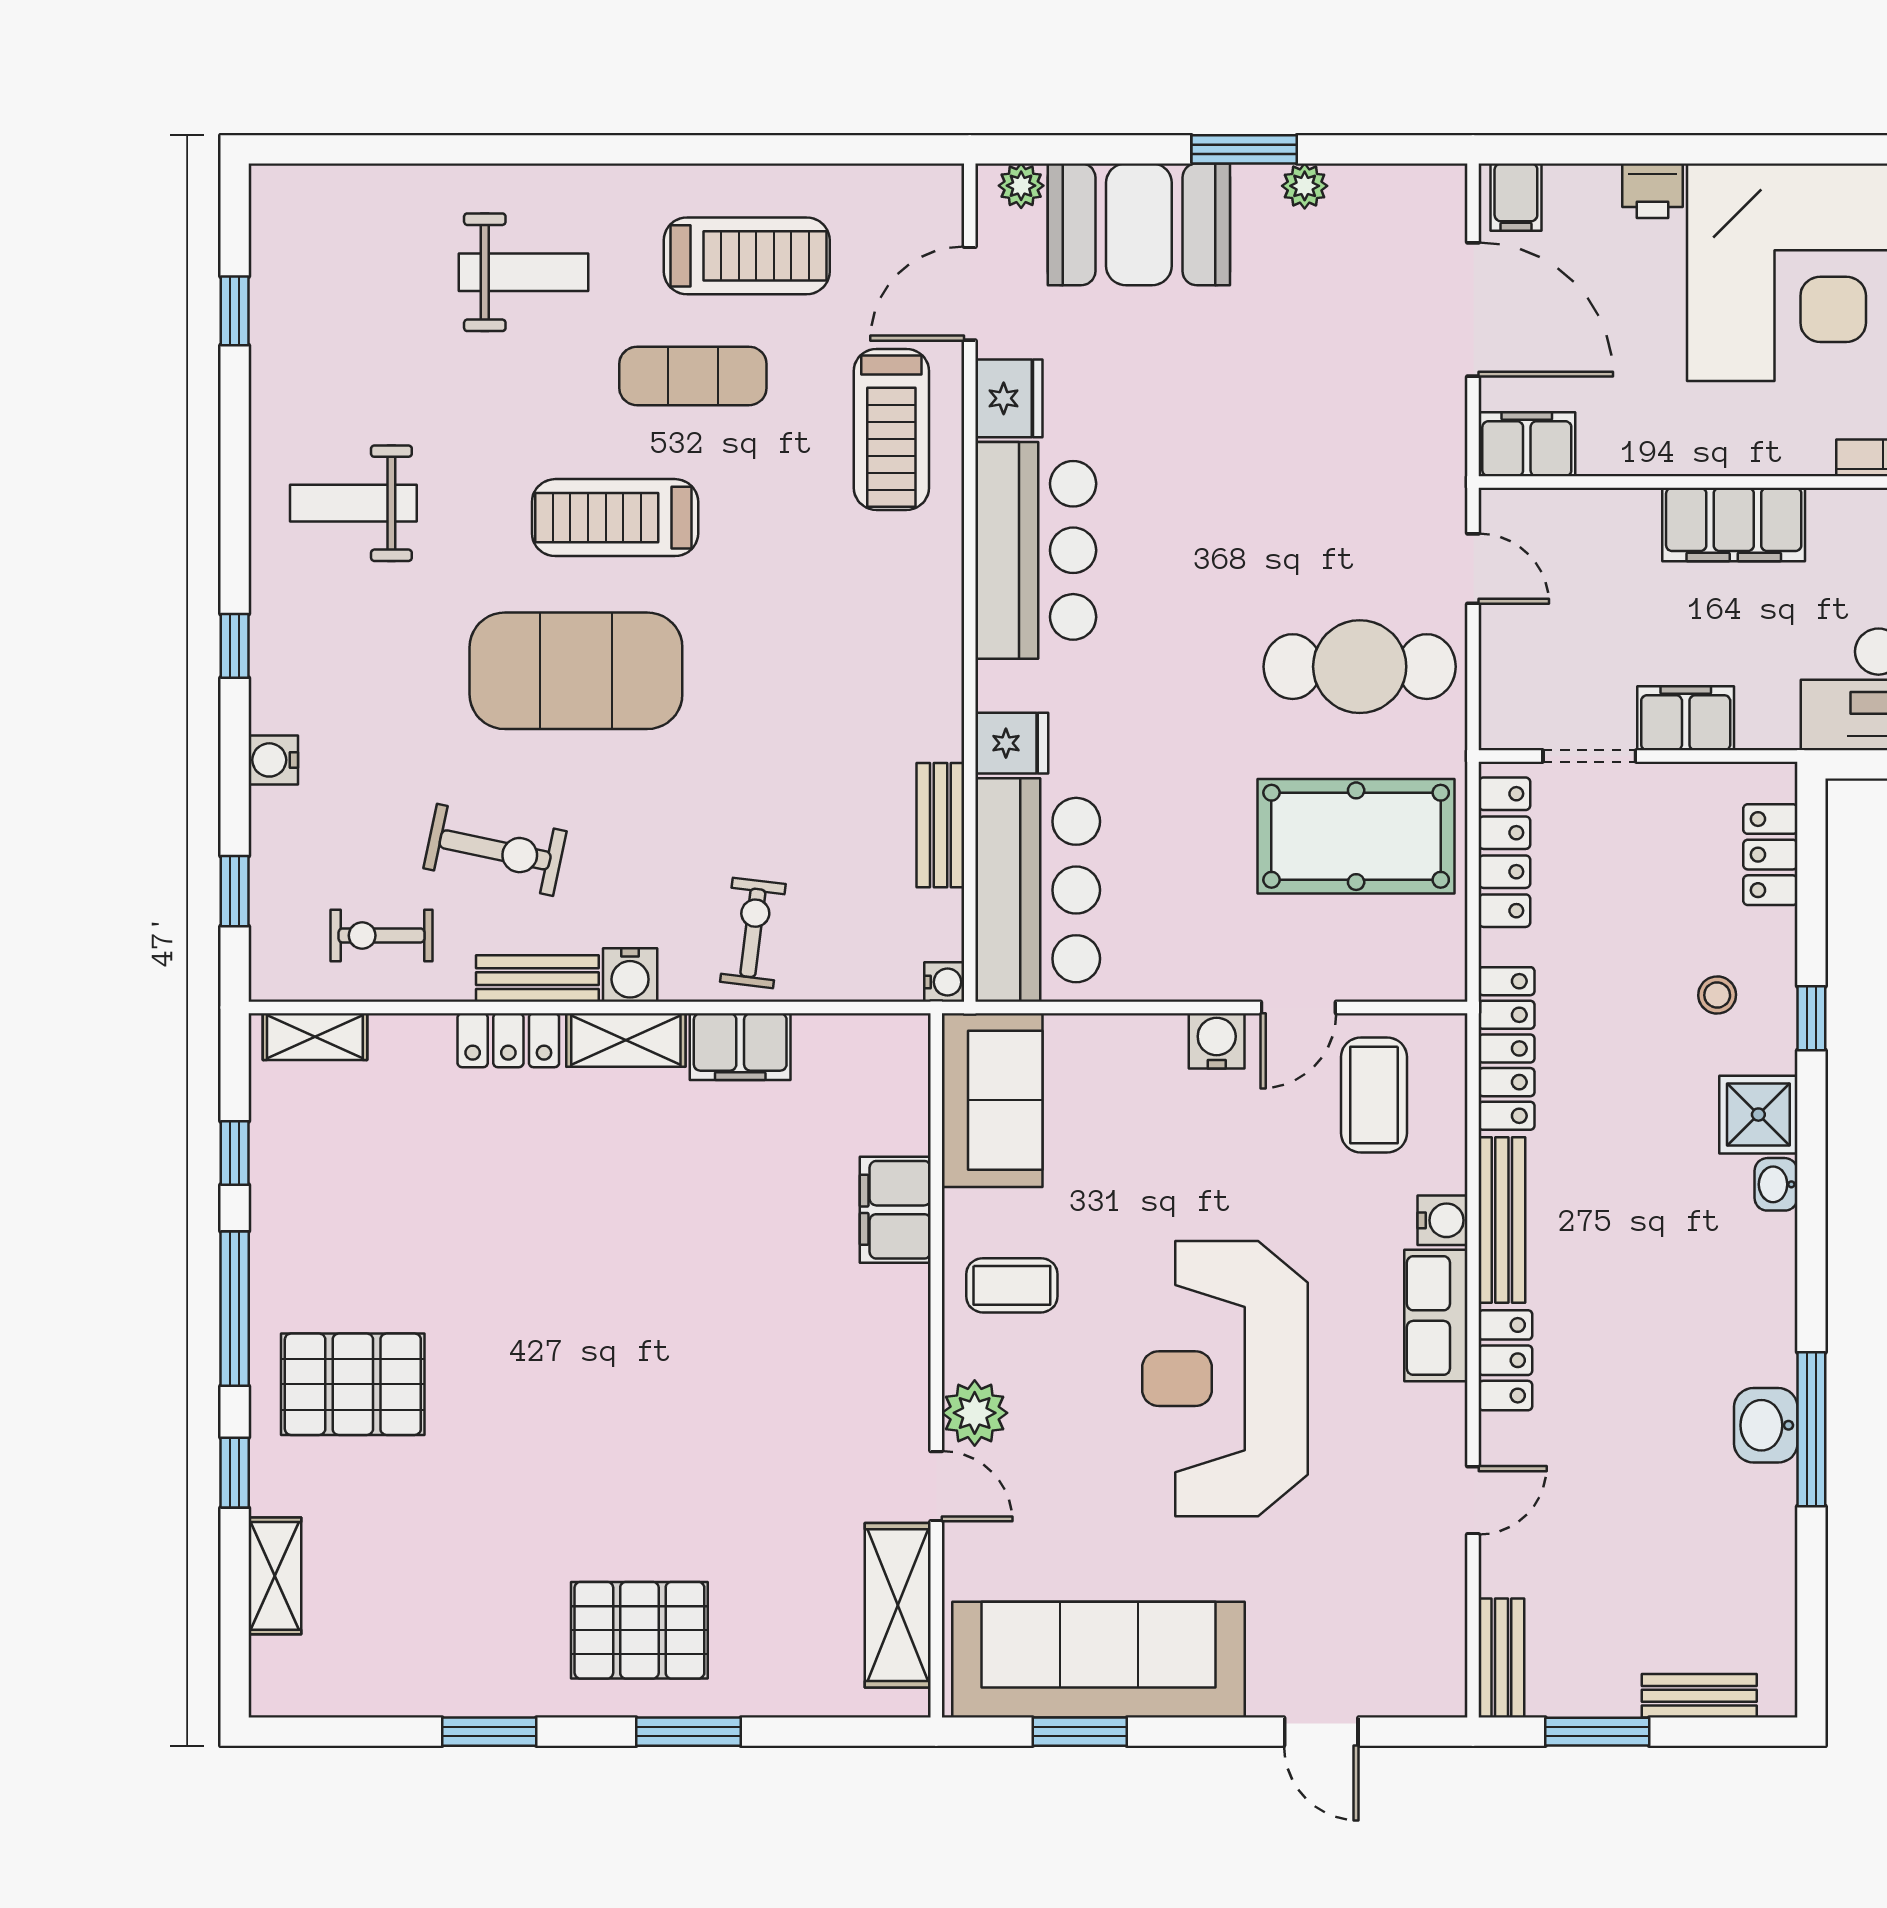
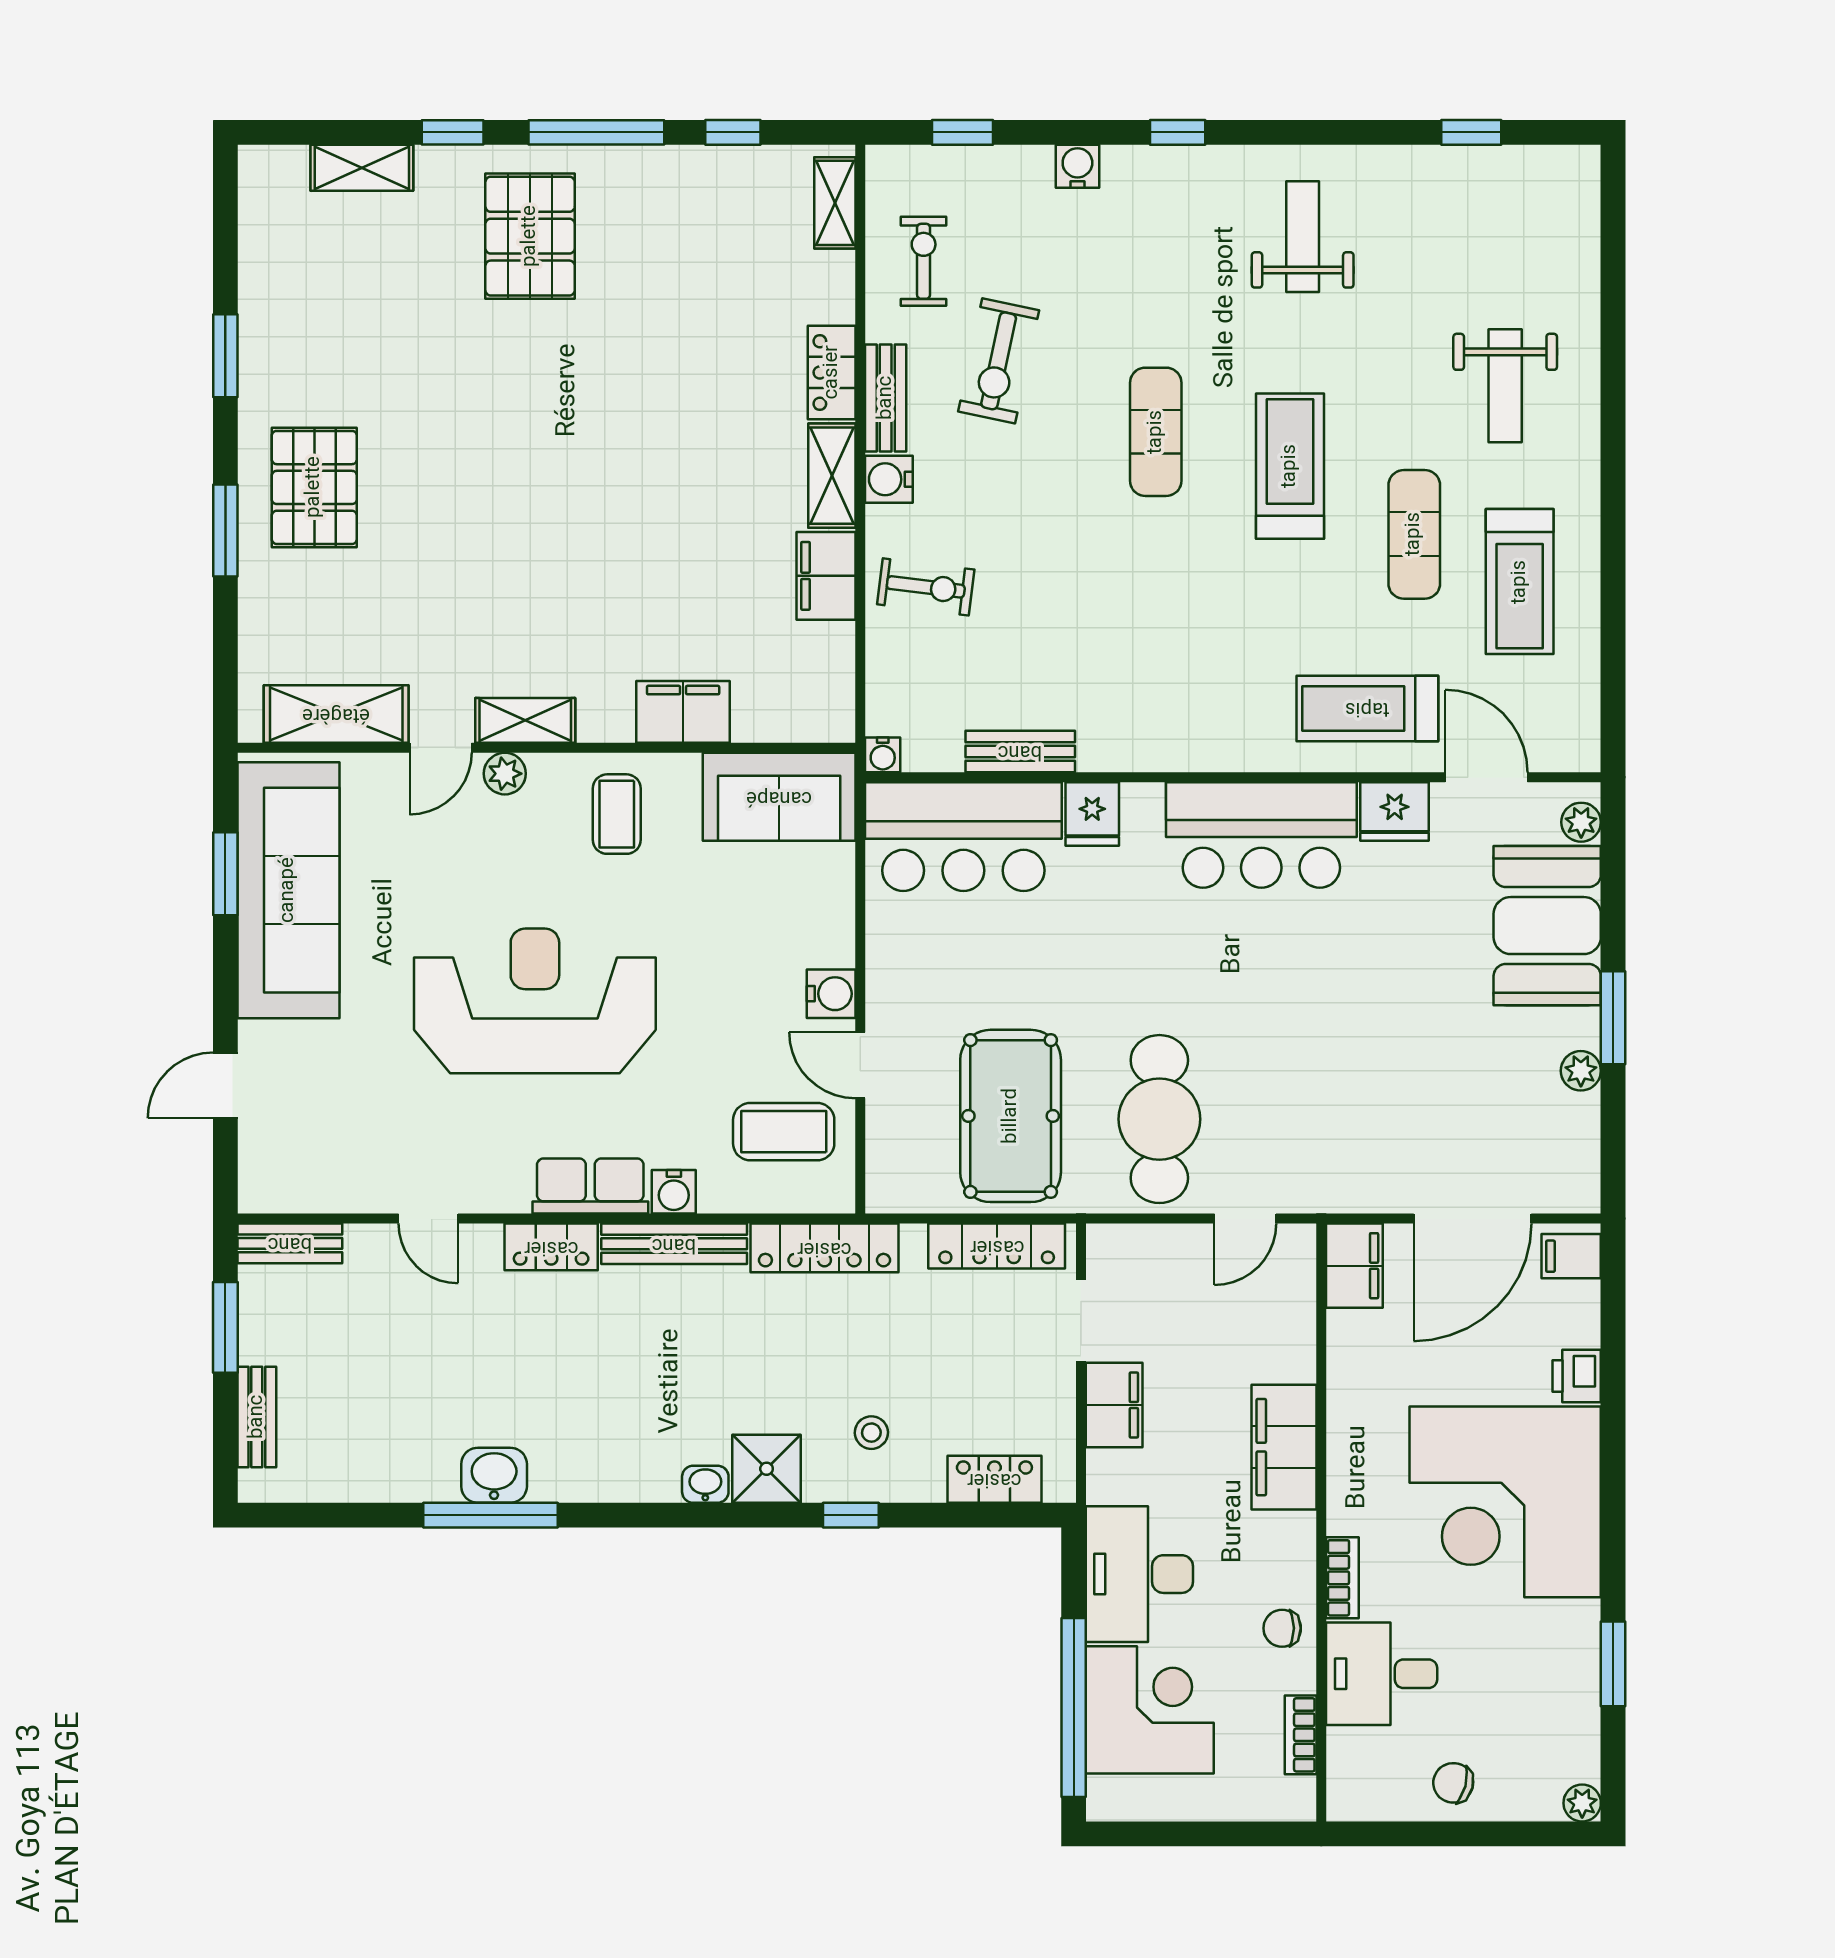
exercise mat: (576, 671) -> (1156, 432), width x0.50, depth x0.69
shelving: (905, 1390) -> (525, 720), added
plant: (975, 1413) -> (505, 774), width x0.73, depth x0.73

